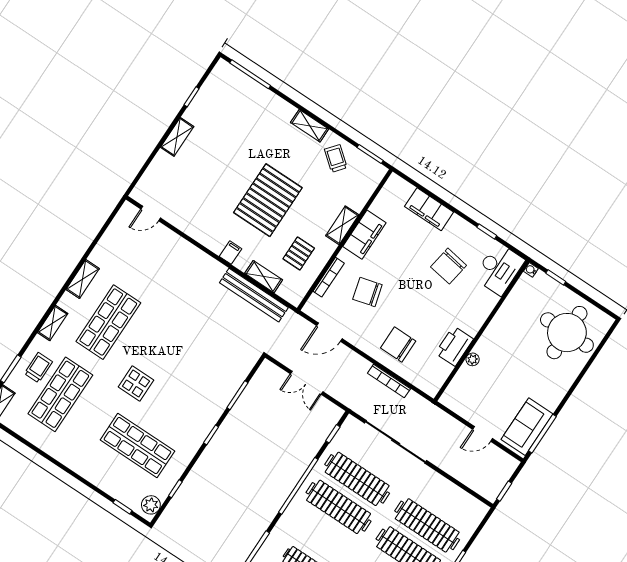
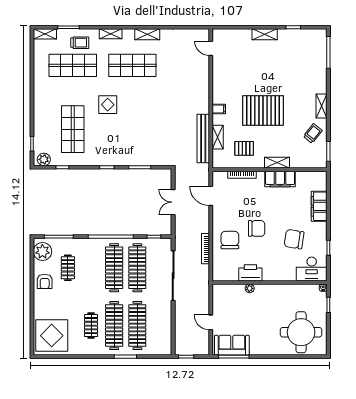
chair: (367, 292) -> (257, 228), moved, turned 105

